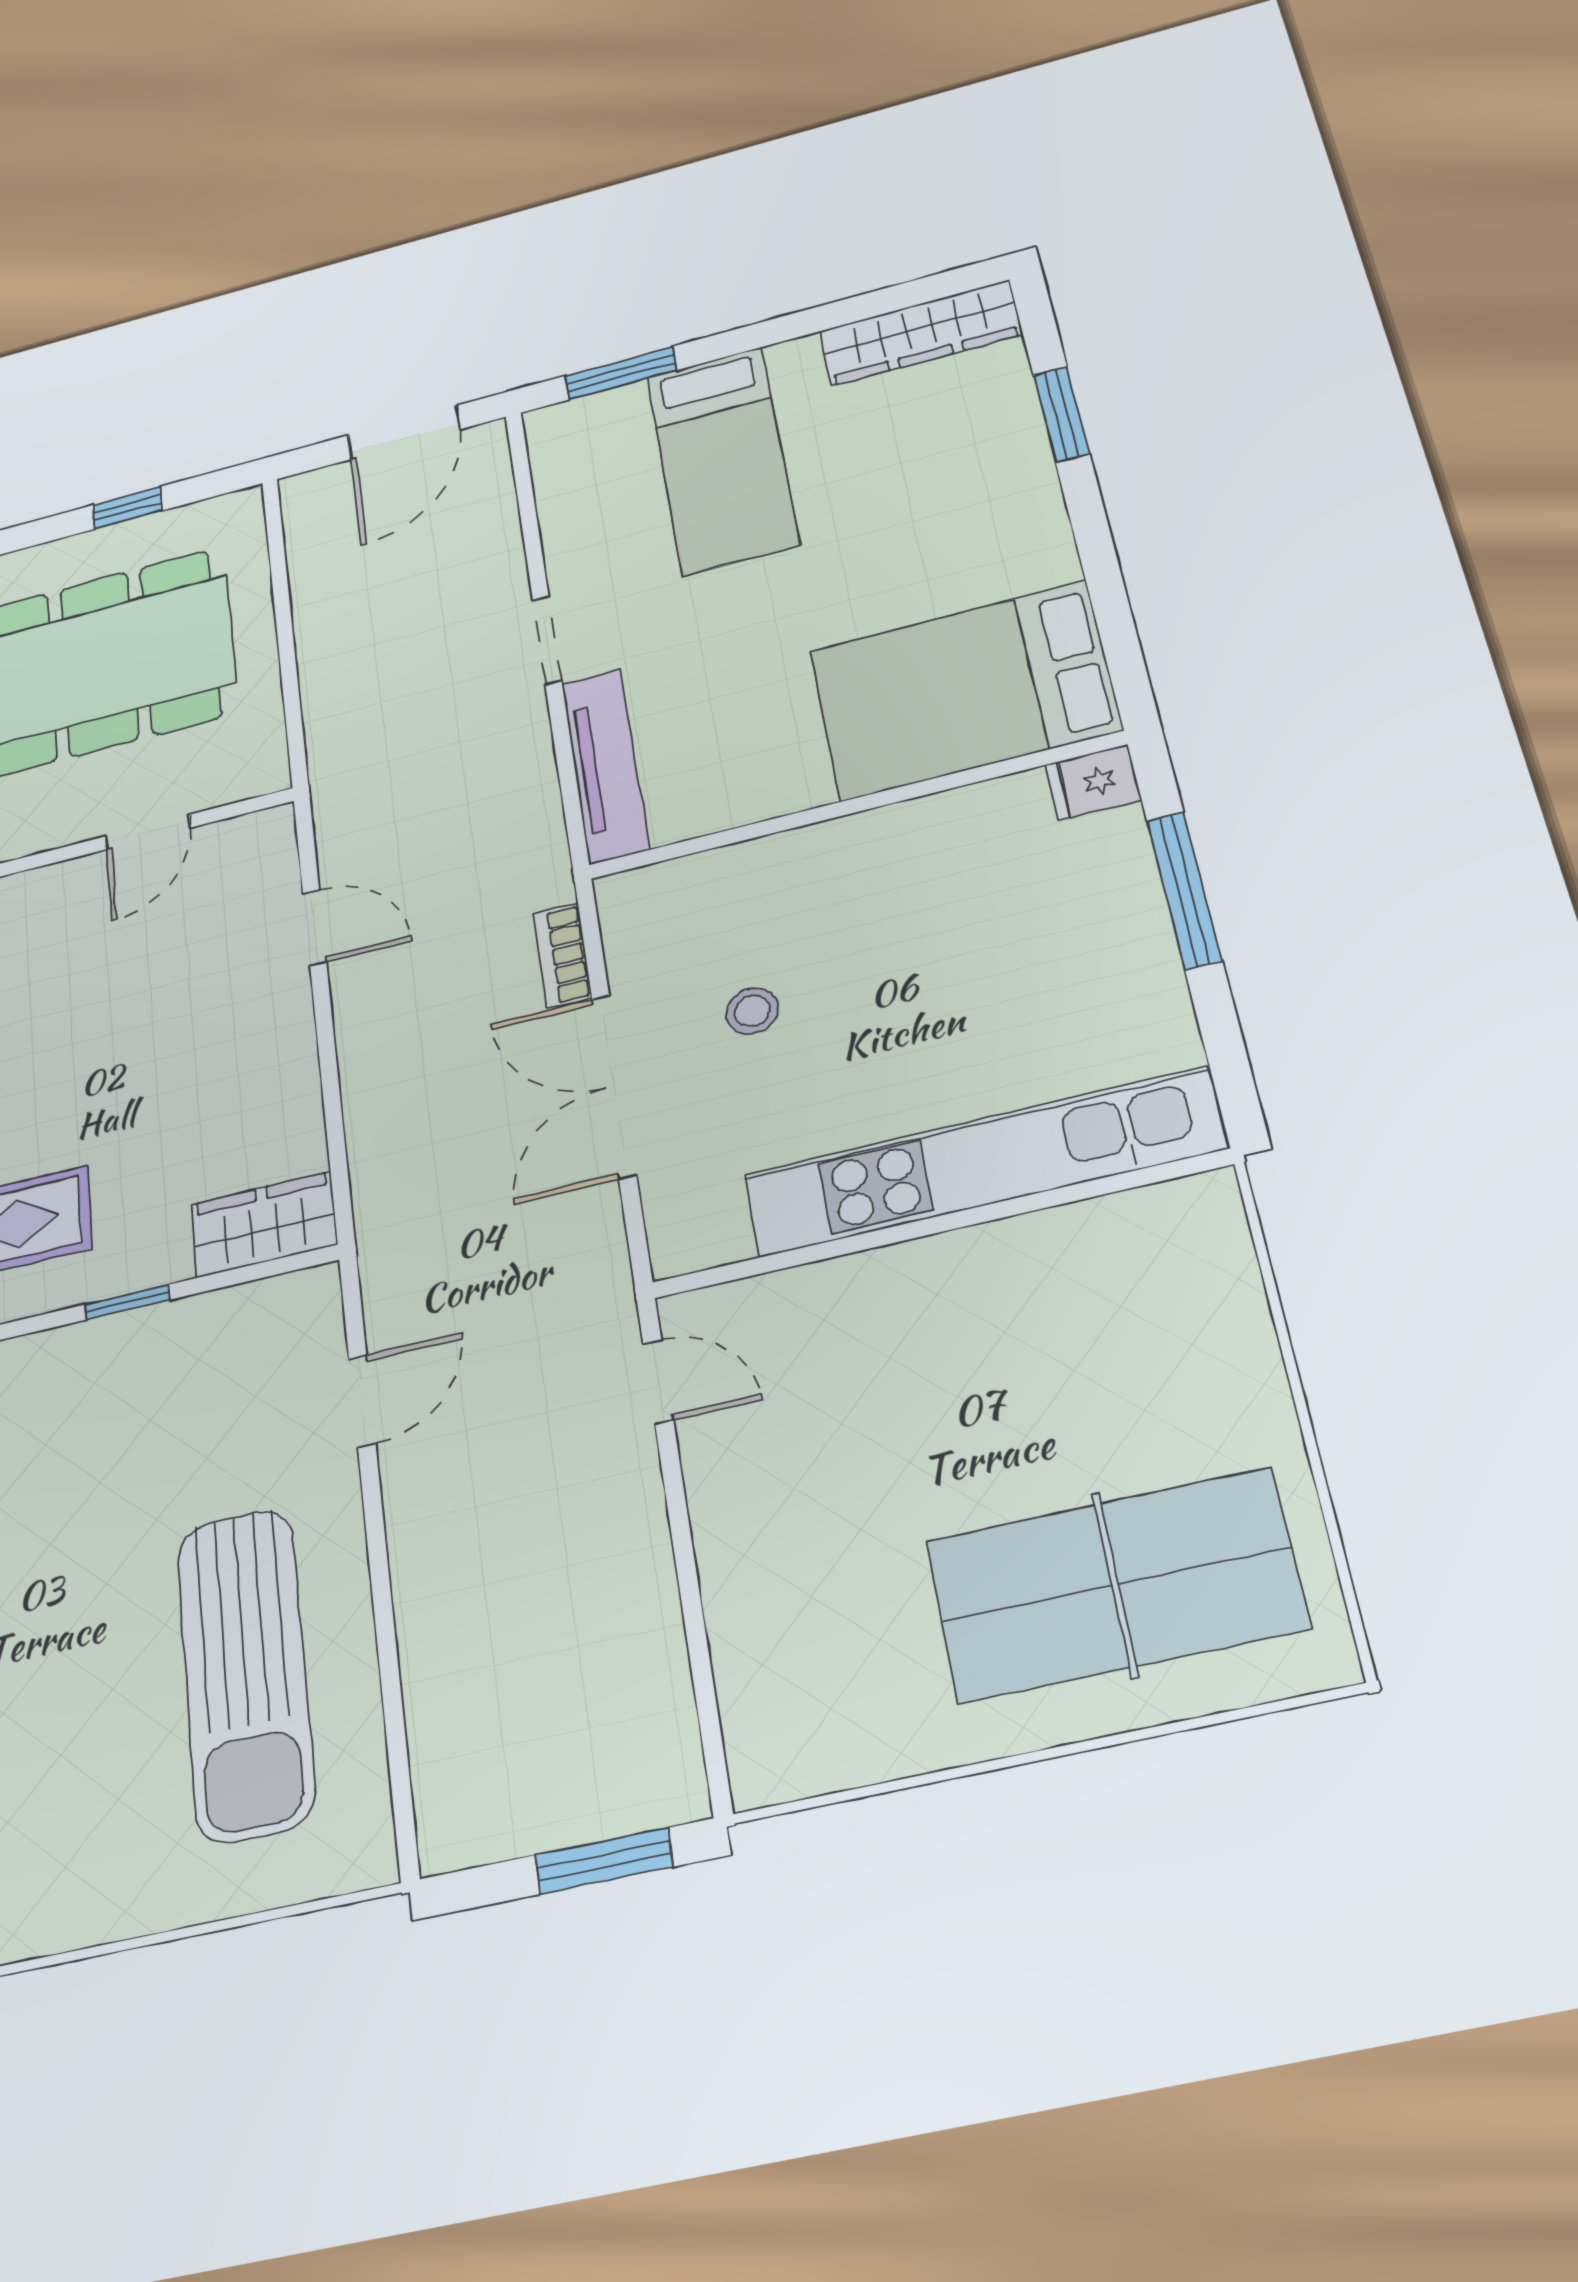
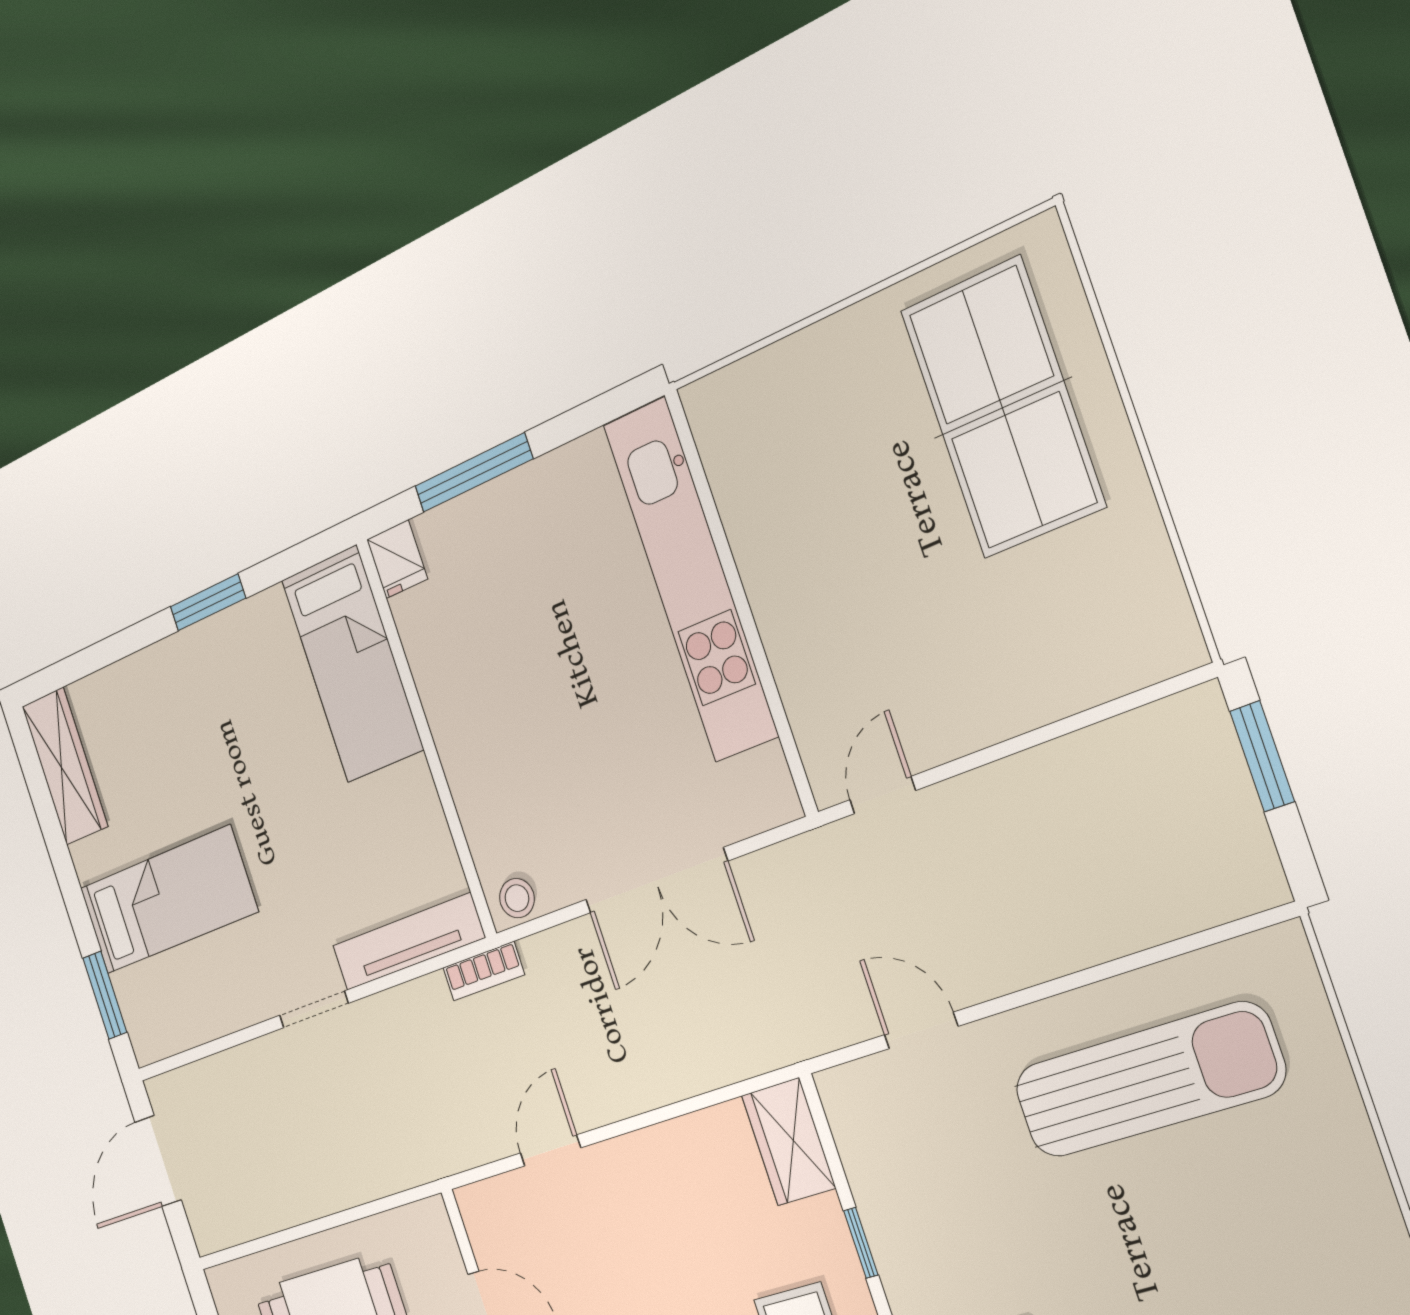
window: (1061, 414) -> (208, 602), moved
door: (404, 432) -> (158, 1161), swing flipped
bed: (964, 690) -> (352, 664), width x0.67
bookcase: (563, 955) -> (484, 971), moved
stool: (752, 1011) -> (517, 898), moved

